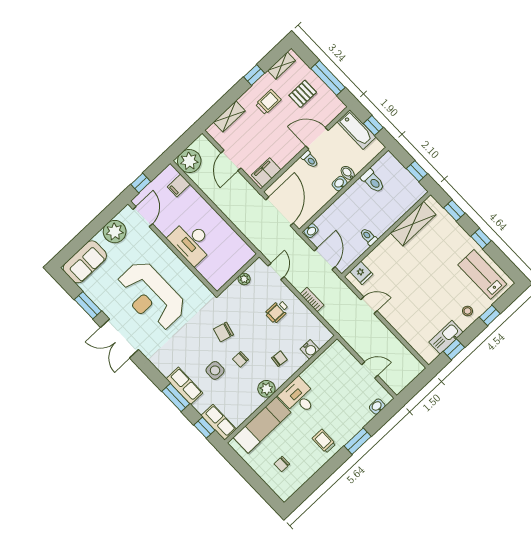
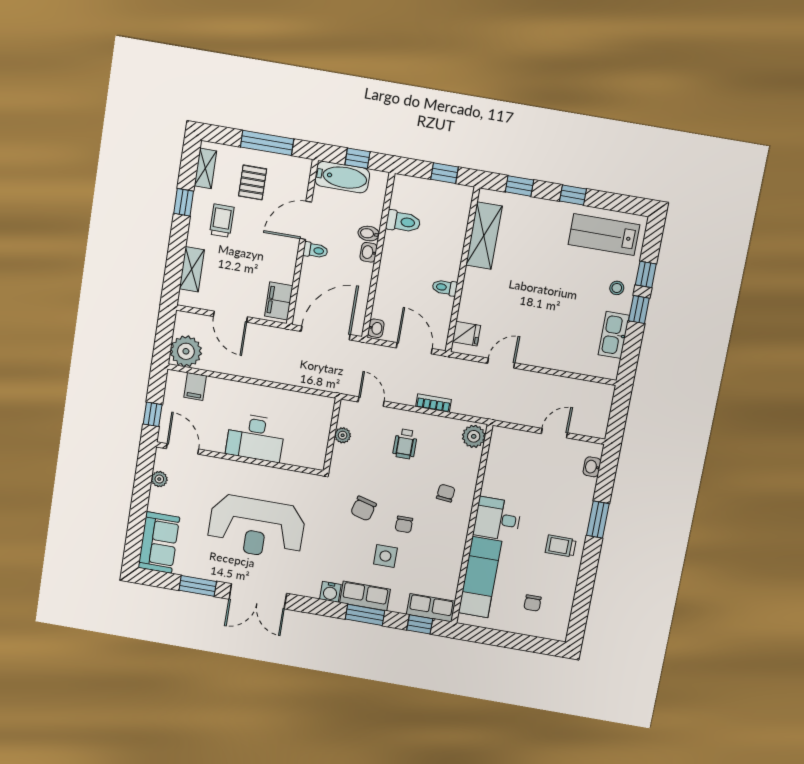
door: (280, 211) -> (326, 333), hinge flipped
plant: (115, 232) -> (159, 479), width x0.53, depth x0.53
water cooler: (310, 349) -> (330, 592), moved, turned 90
window: (454, 349) -> (639, 310), moved
plant: (266, 389) -> (474, 436), moved

